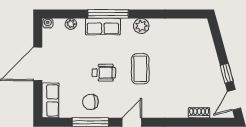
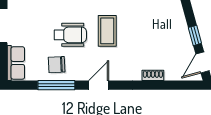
wheelchair: (104, 73) -> (70, 35), width x1.36, depth x1.37
shoe rack: (199, 113) -> (153, 75), moved

